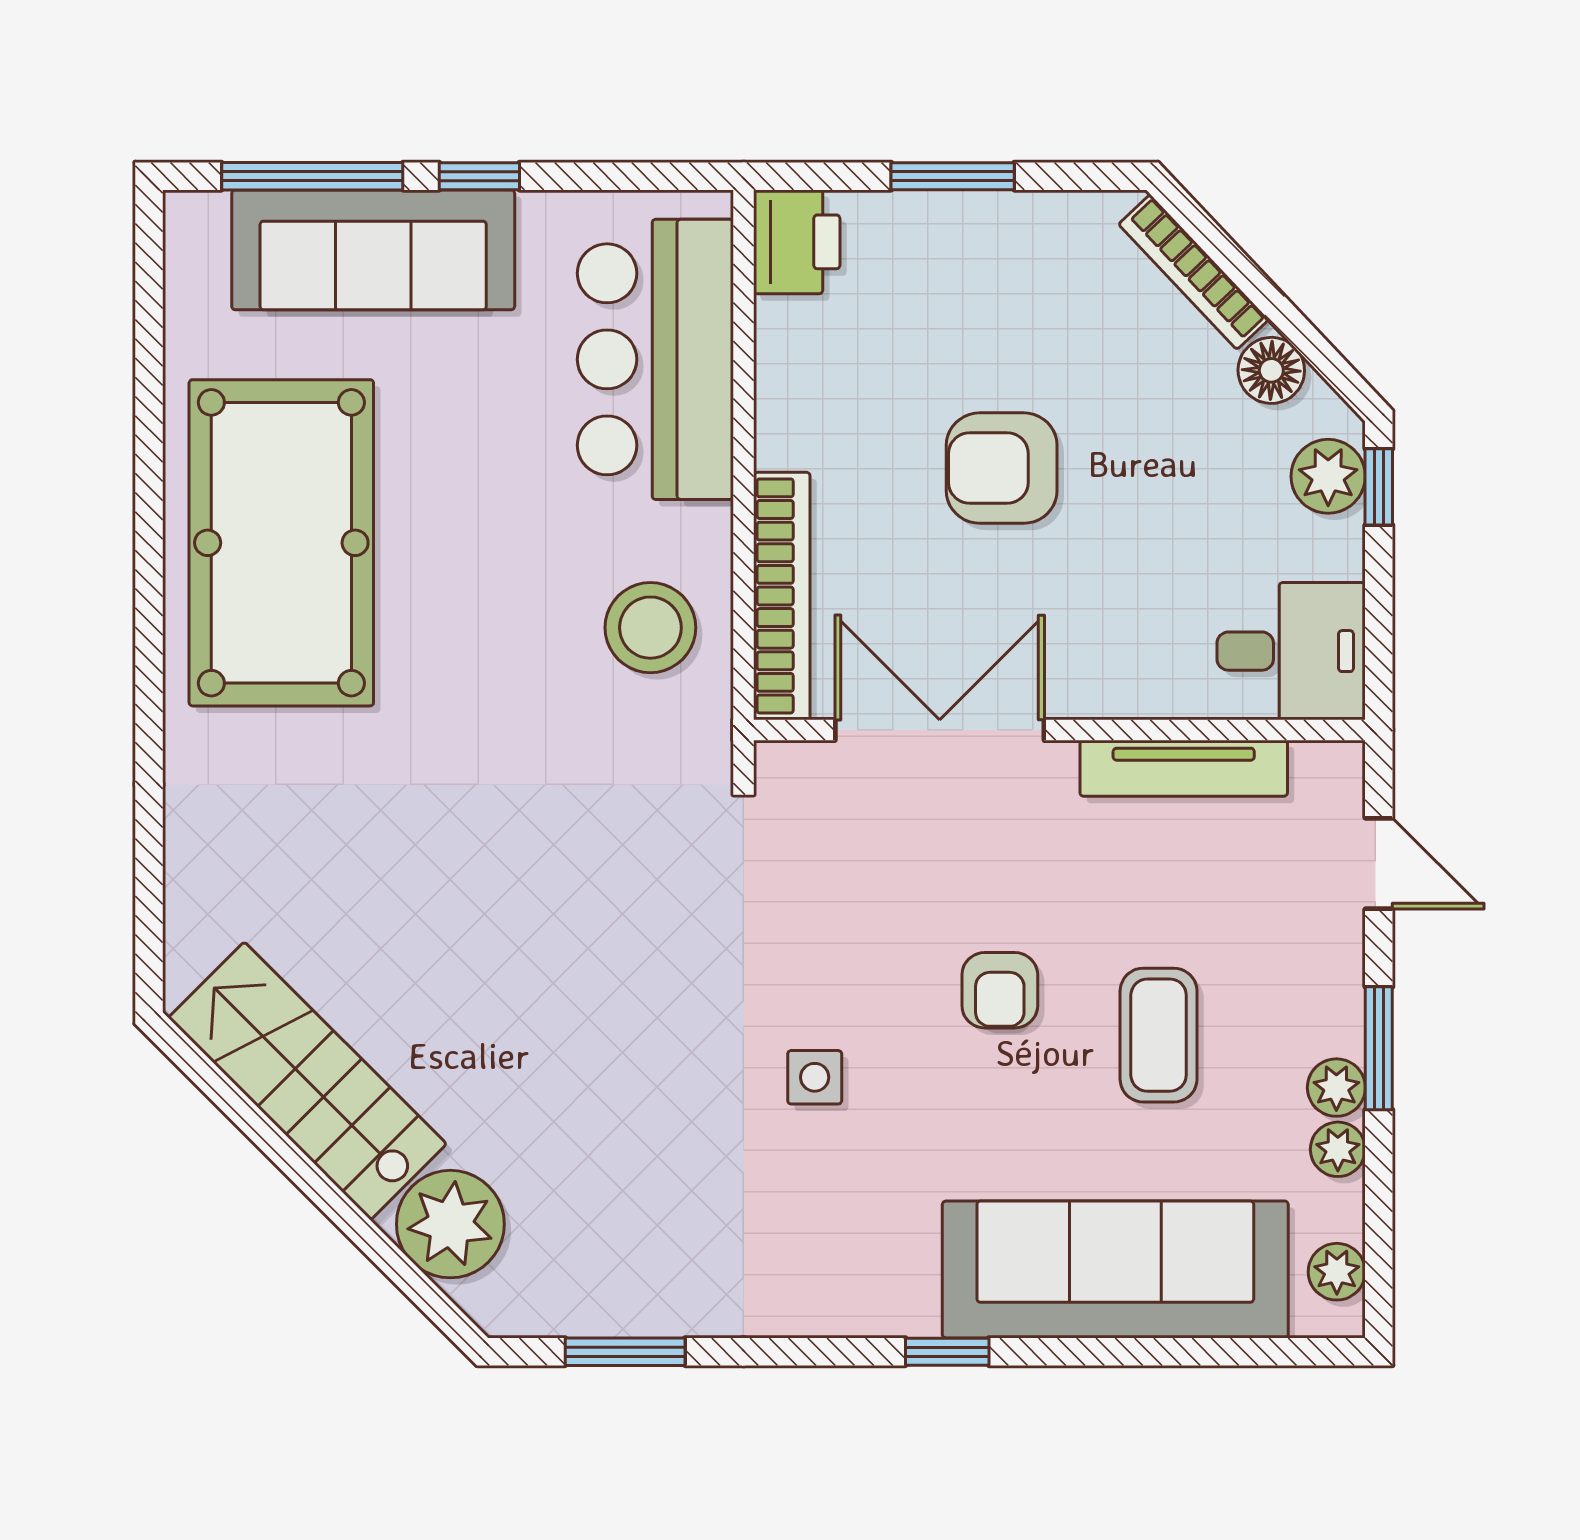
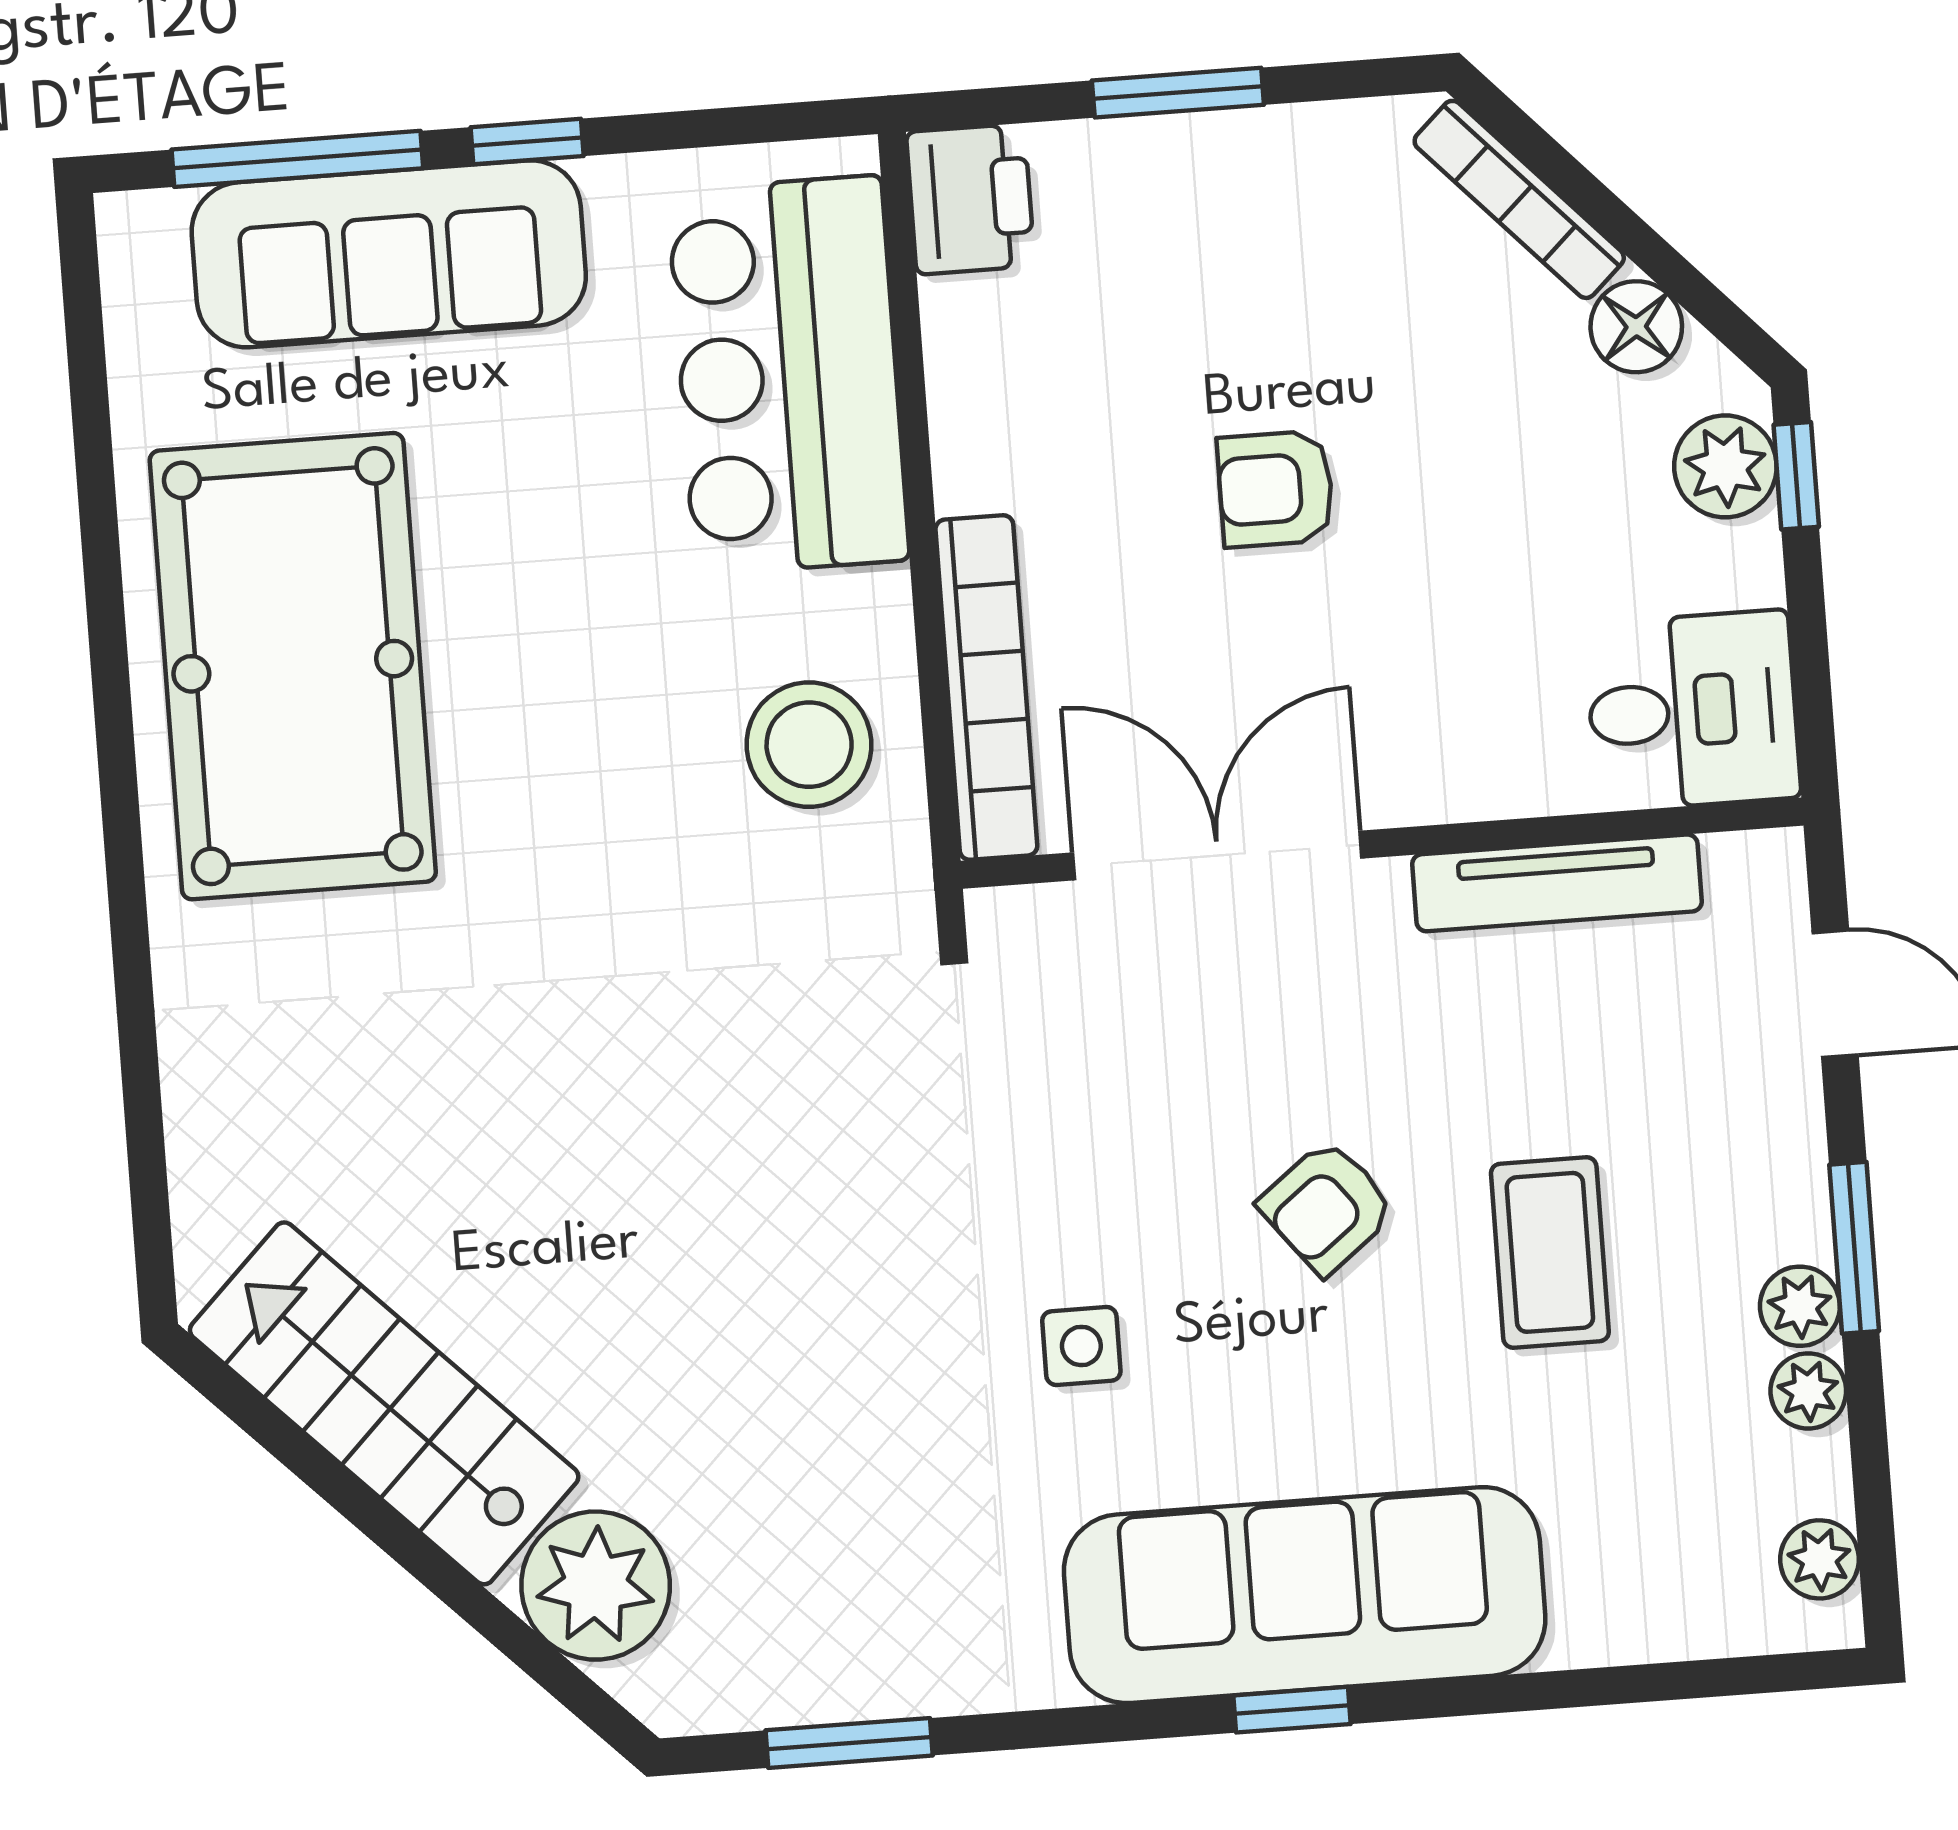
armchair: (1002, 468) -> (1276, 489), width x0.72, depth x0.72
armchair: (1000, 990) -> (1327, 1207), turned 52
sofa: (1115, 1269) -> (1305, 1595), moved

